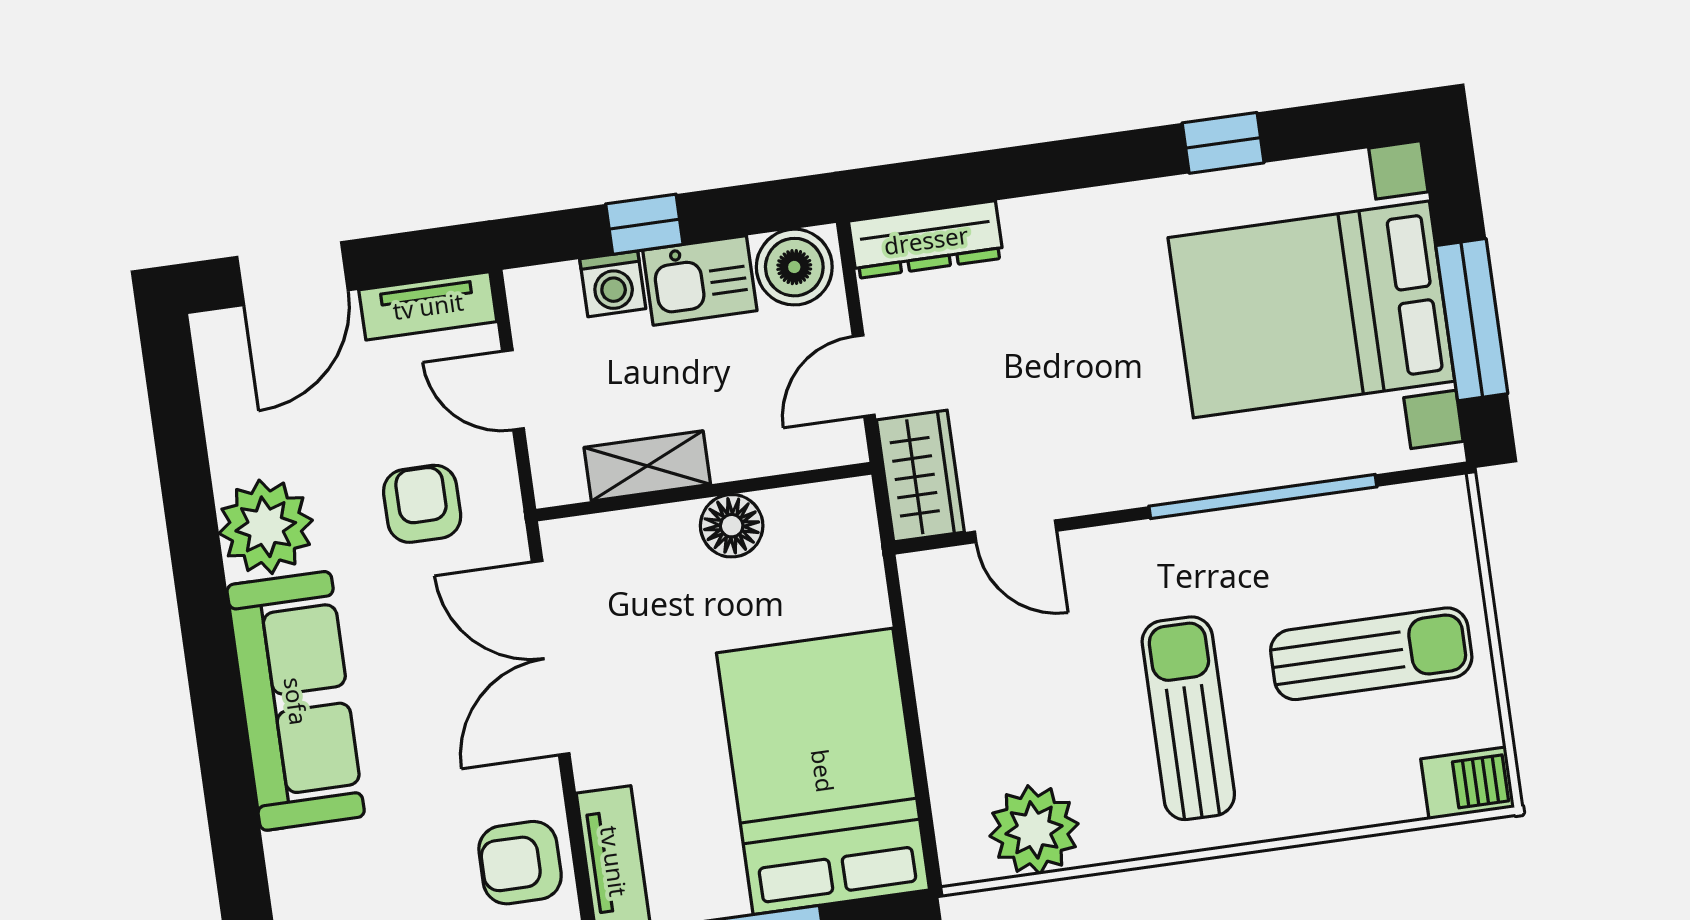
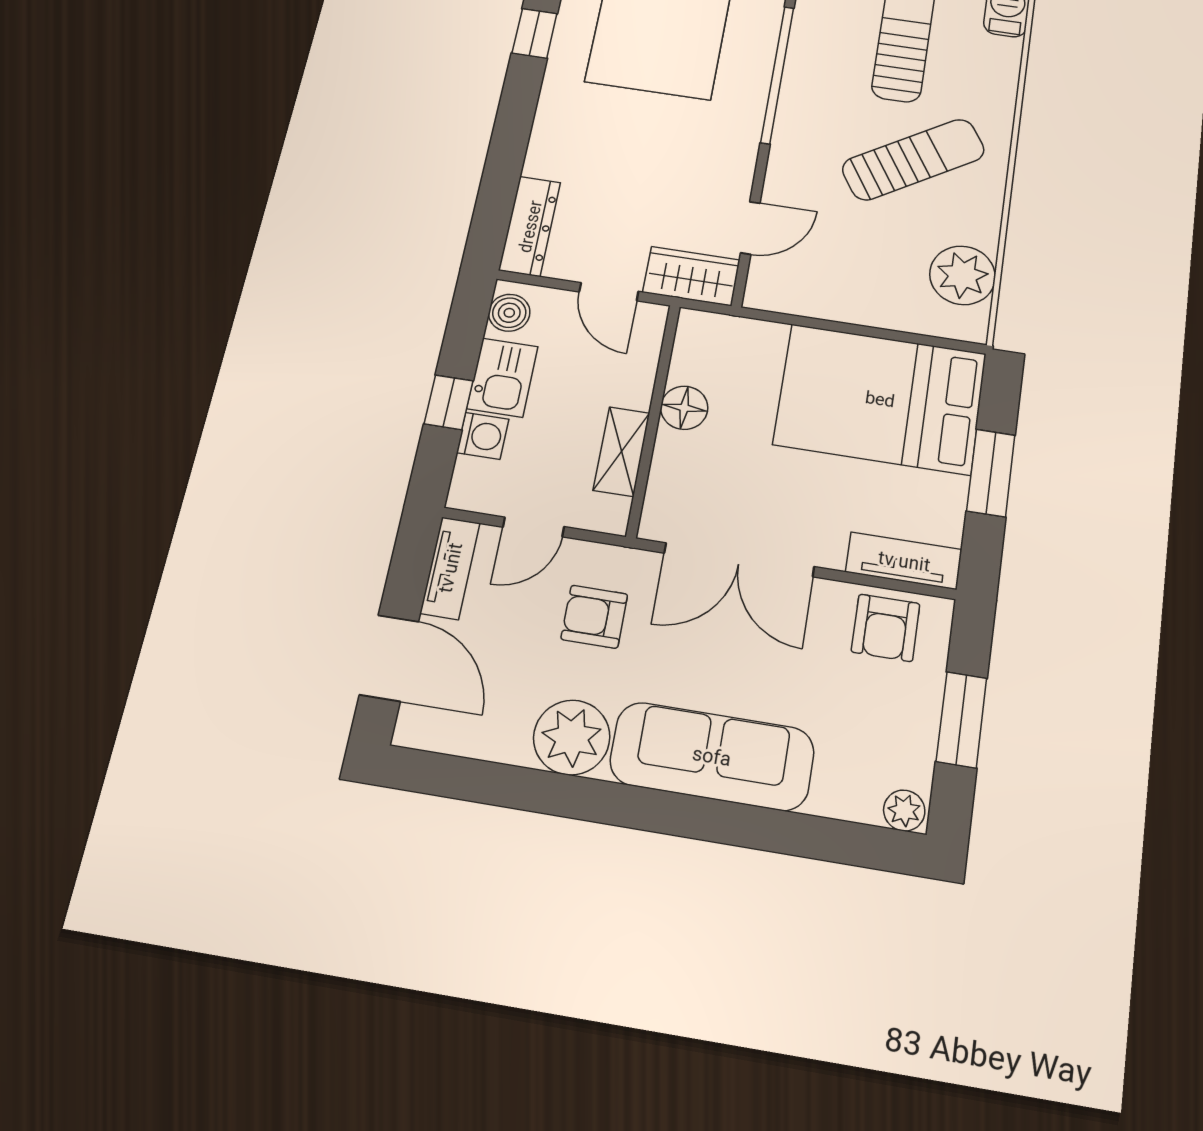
boiler: (794, 267) -> (509, 313), width x0.73, depth x0.73
sun lounger: (1188, 718) -> (913, 160), turned 148

